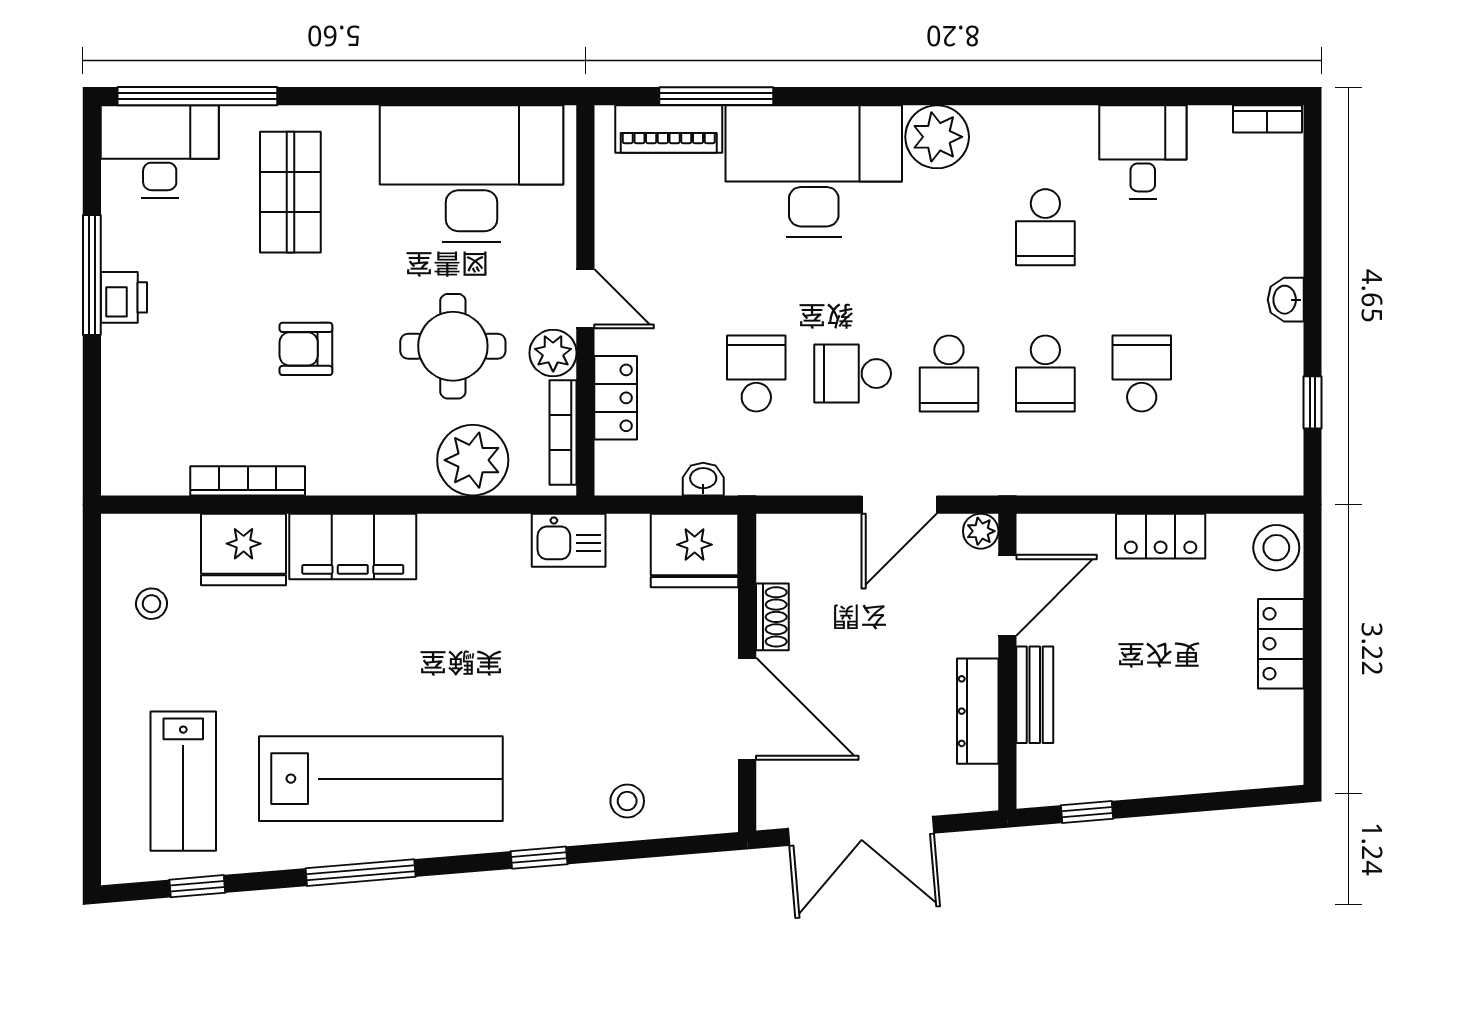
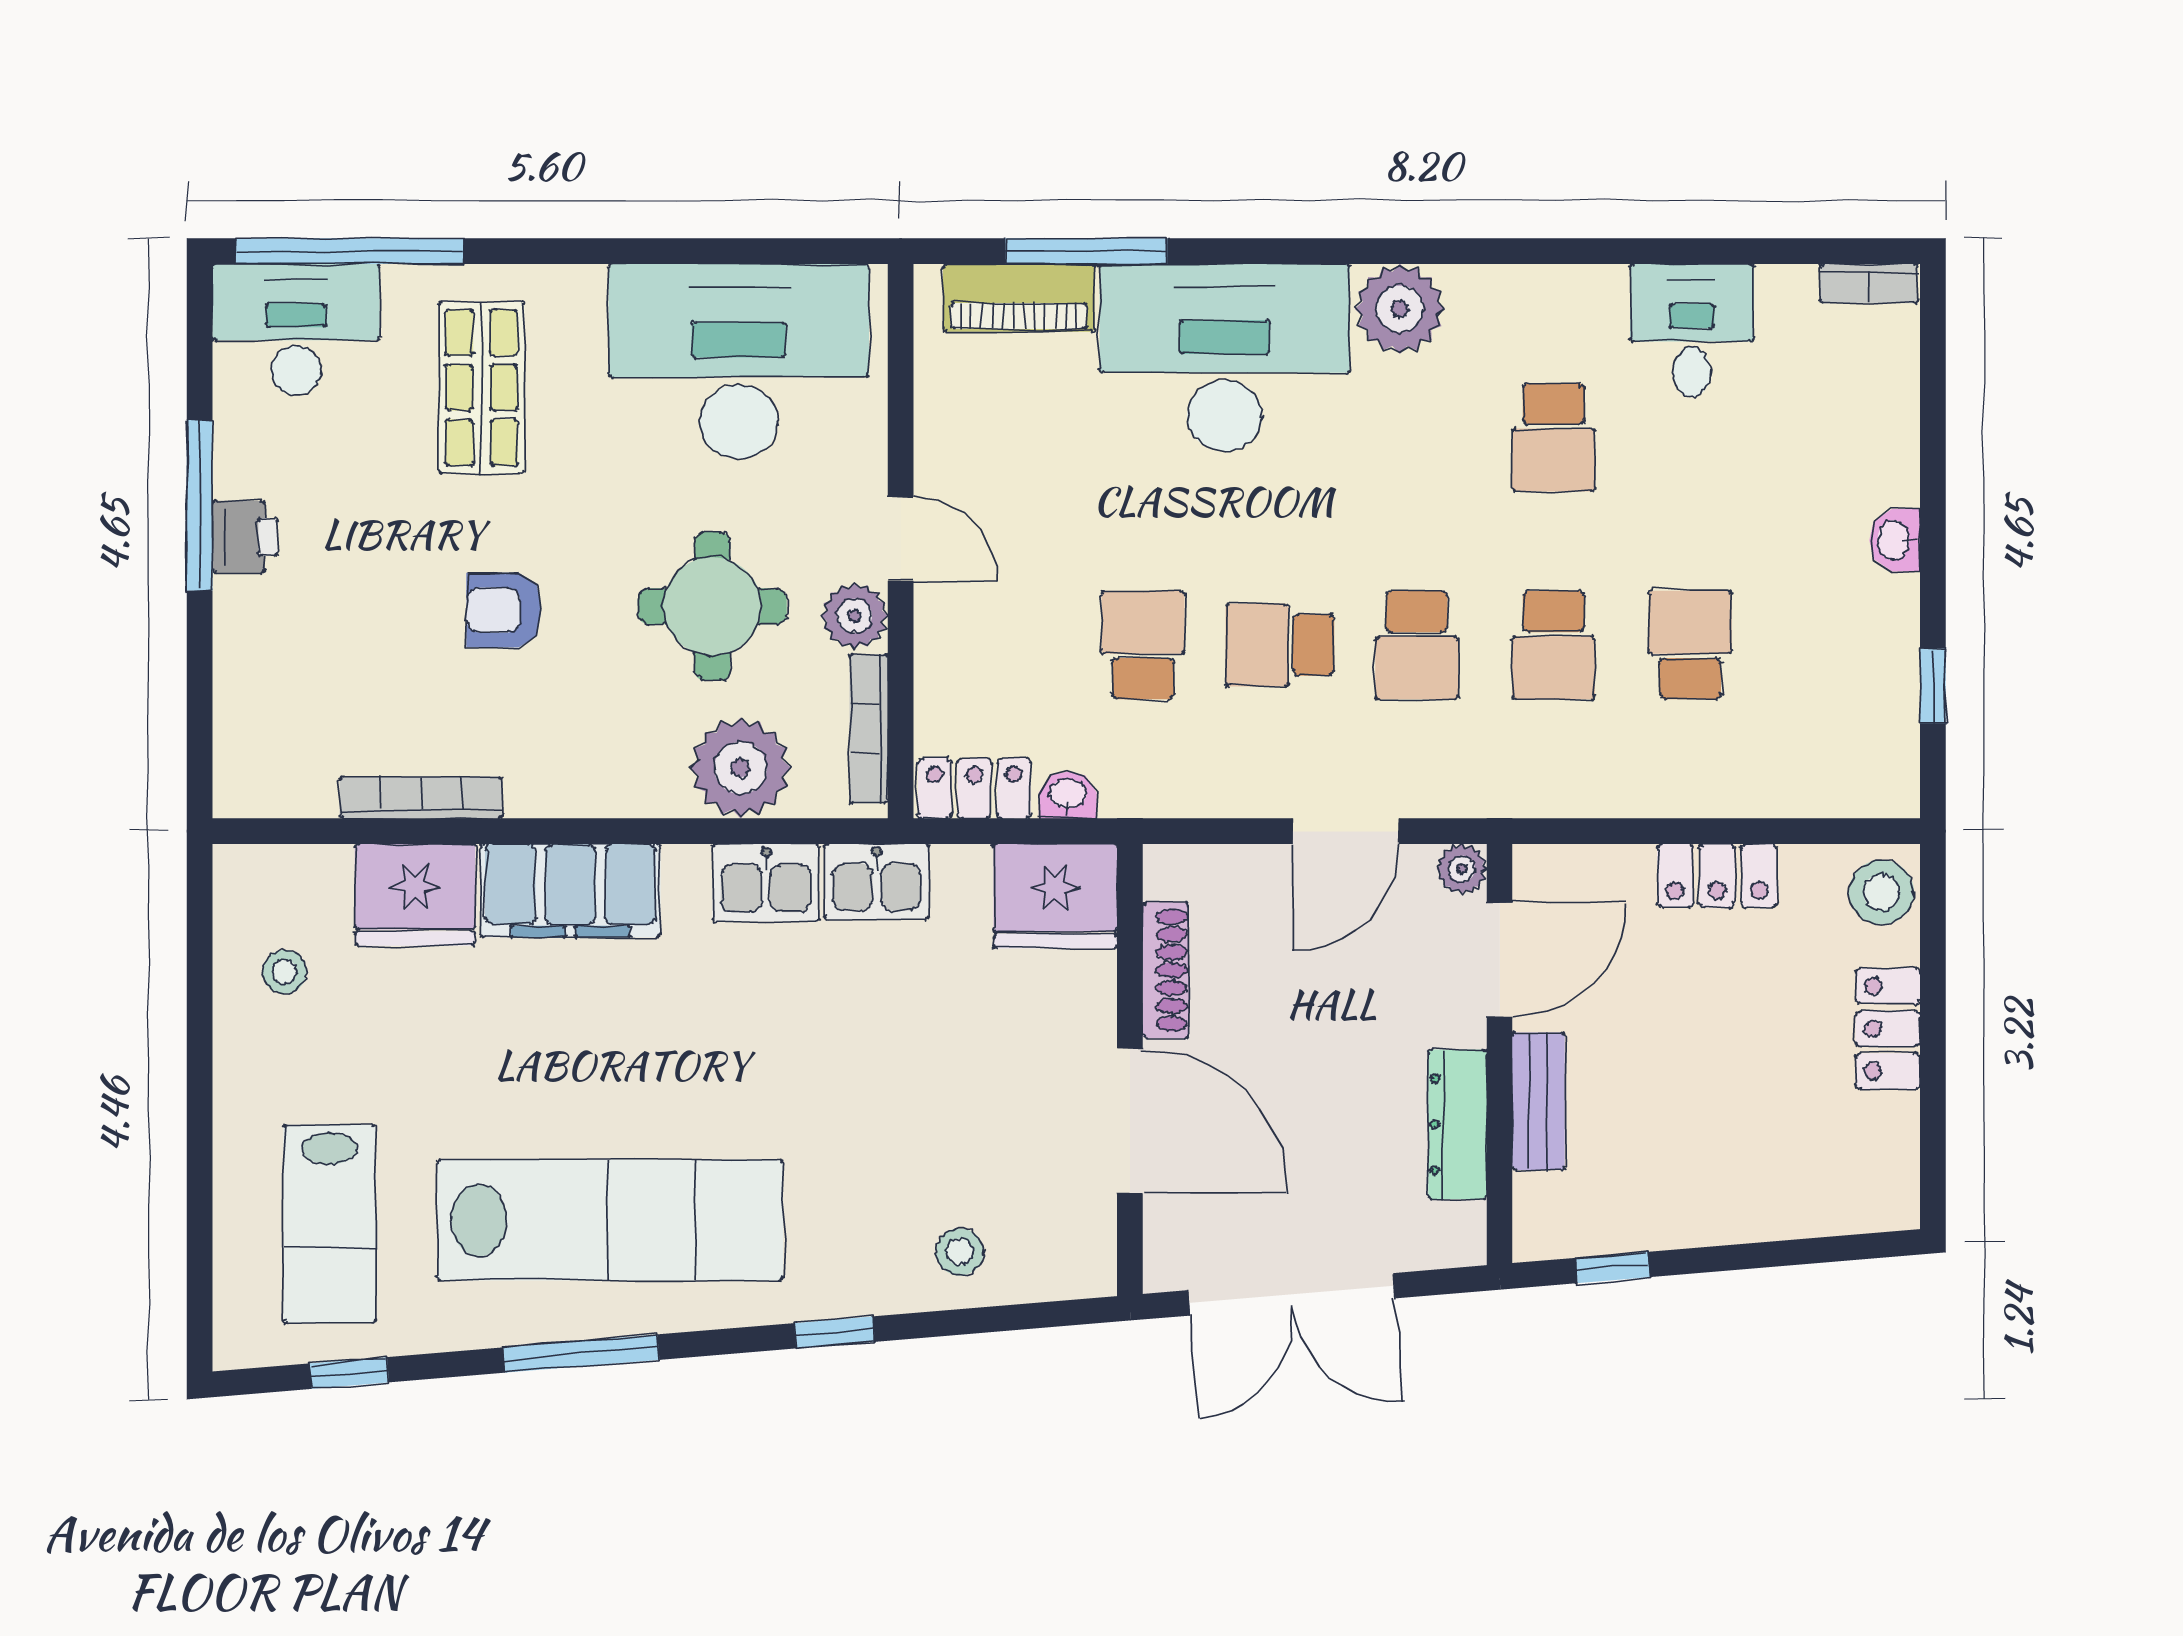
locker: (616, 398) -> (974, 788), moved, turned -90
kitchen sink: (491, 541) -> (766, 883), added
shoe rack: (772, 617) -> (1166, 970), width x1.43

